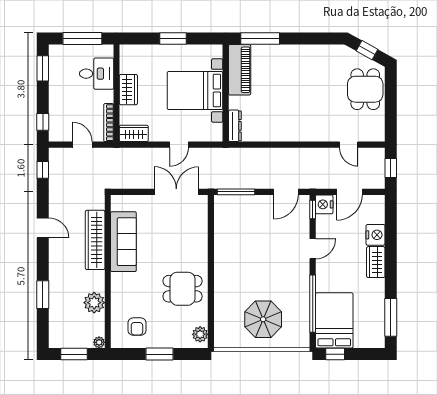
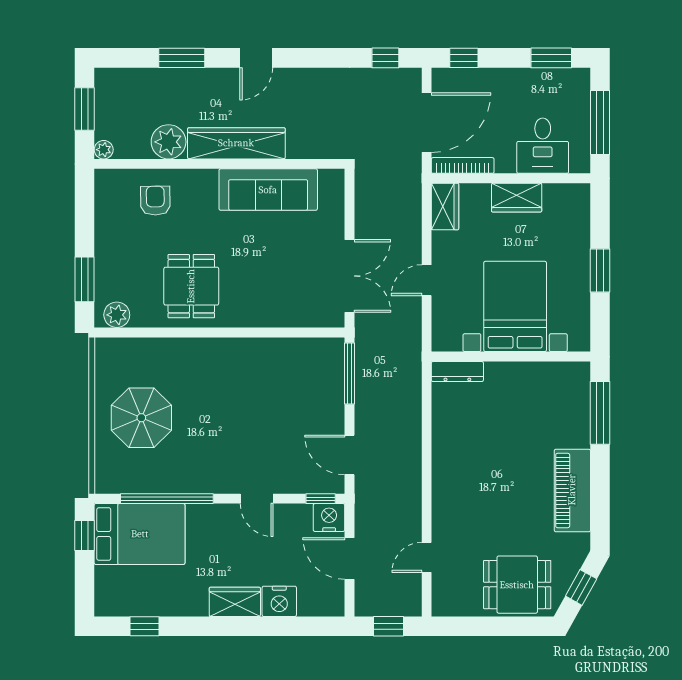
piano: (240, 70) -> (572, 490), moved, turned 90
door: (82, 145) -> (427, 123), width x1.87
door: (179, 145) -> (427, 280), hinge flipped
door: (43, 228) -> (256, 58), moved
wardrobe: (95, 240) -> (236, 143), moved
window: (391, 317) -> (144, 626), width x0.46
armchair: (137, 327) -> (155, 201), moved, turned 89
window: (160, 354) -> (85, 279), moved

